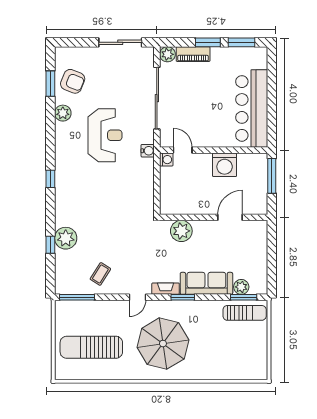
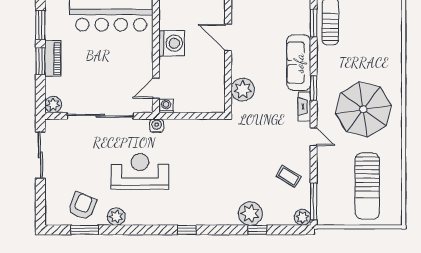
piano: (193, 54) -> (53, 59), moved
plant: (241, 287) -> (303, 217), moved

